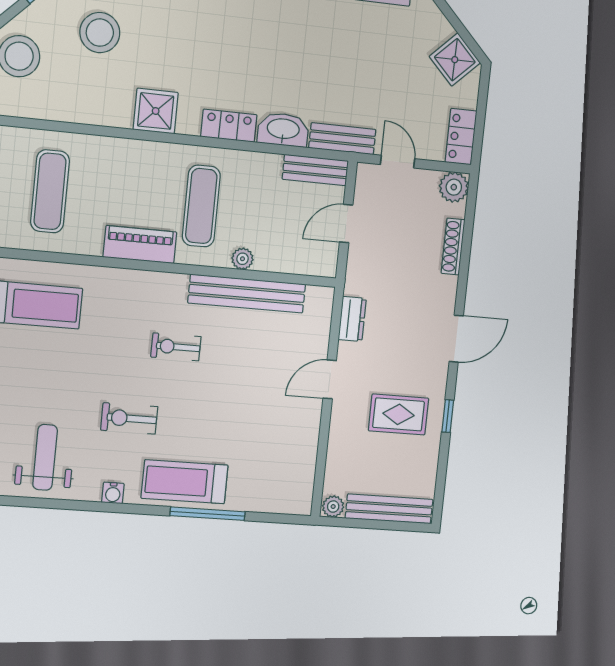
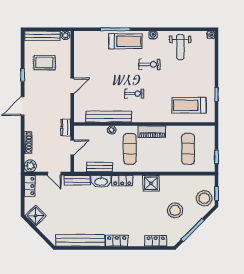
bench: (315, 170) -> (99, 167), moved
dresser: (352, 319) -> (66, 127), moved
rug: (399, 414) -> (44, 63), moved

